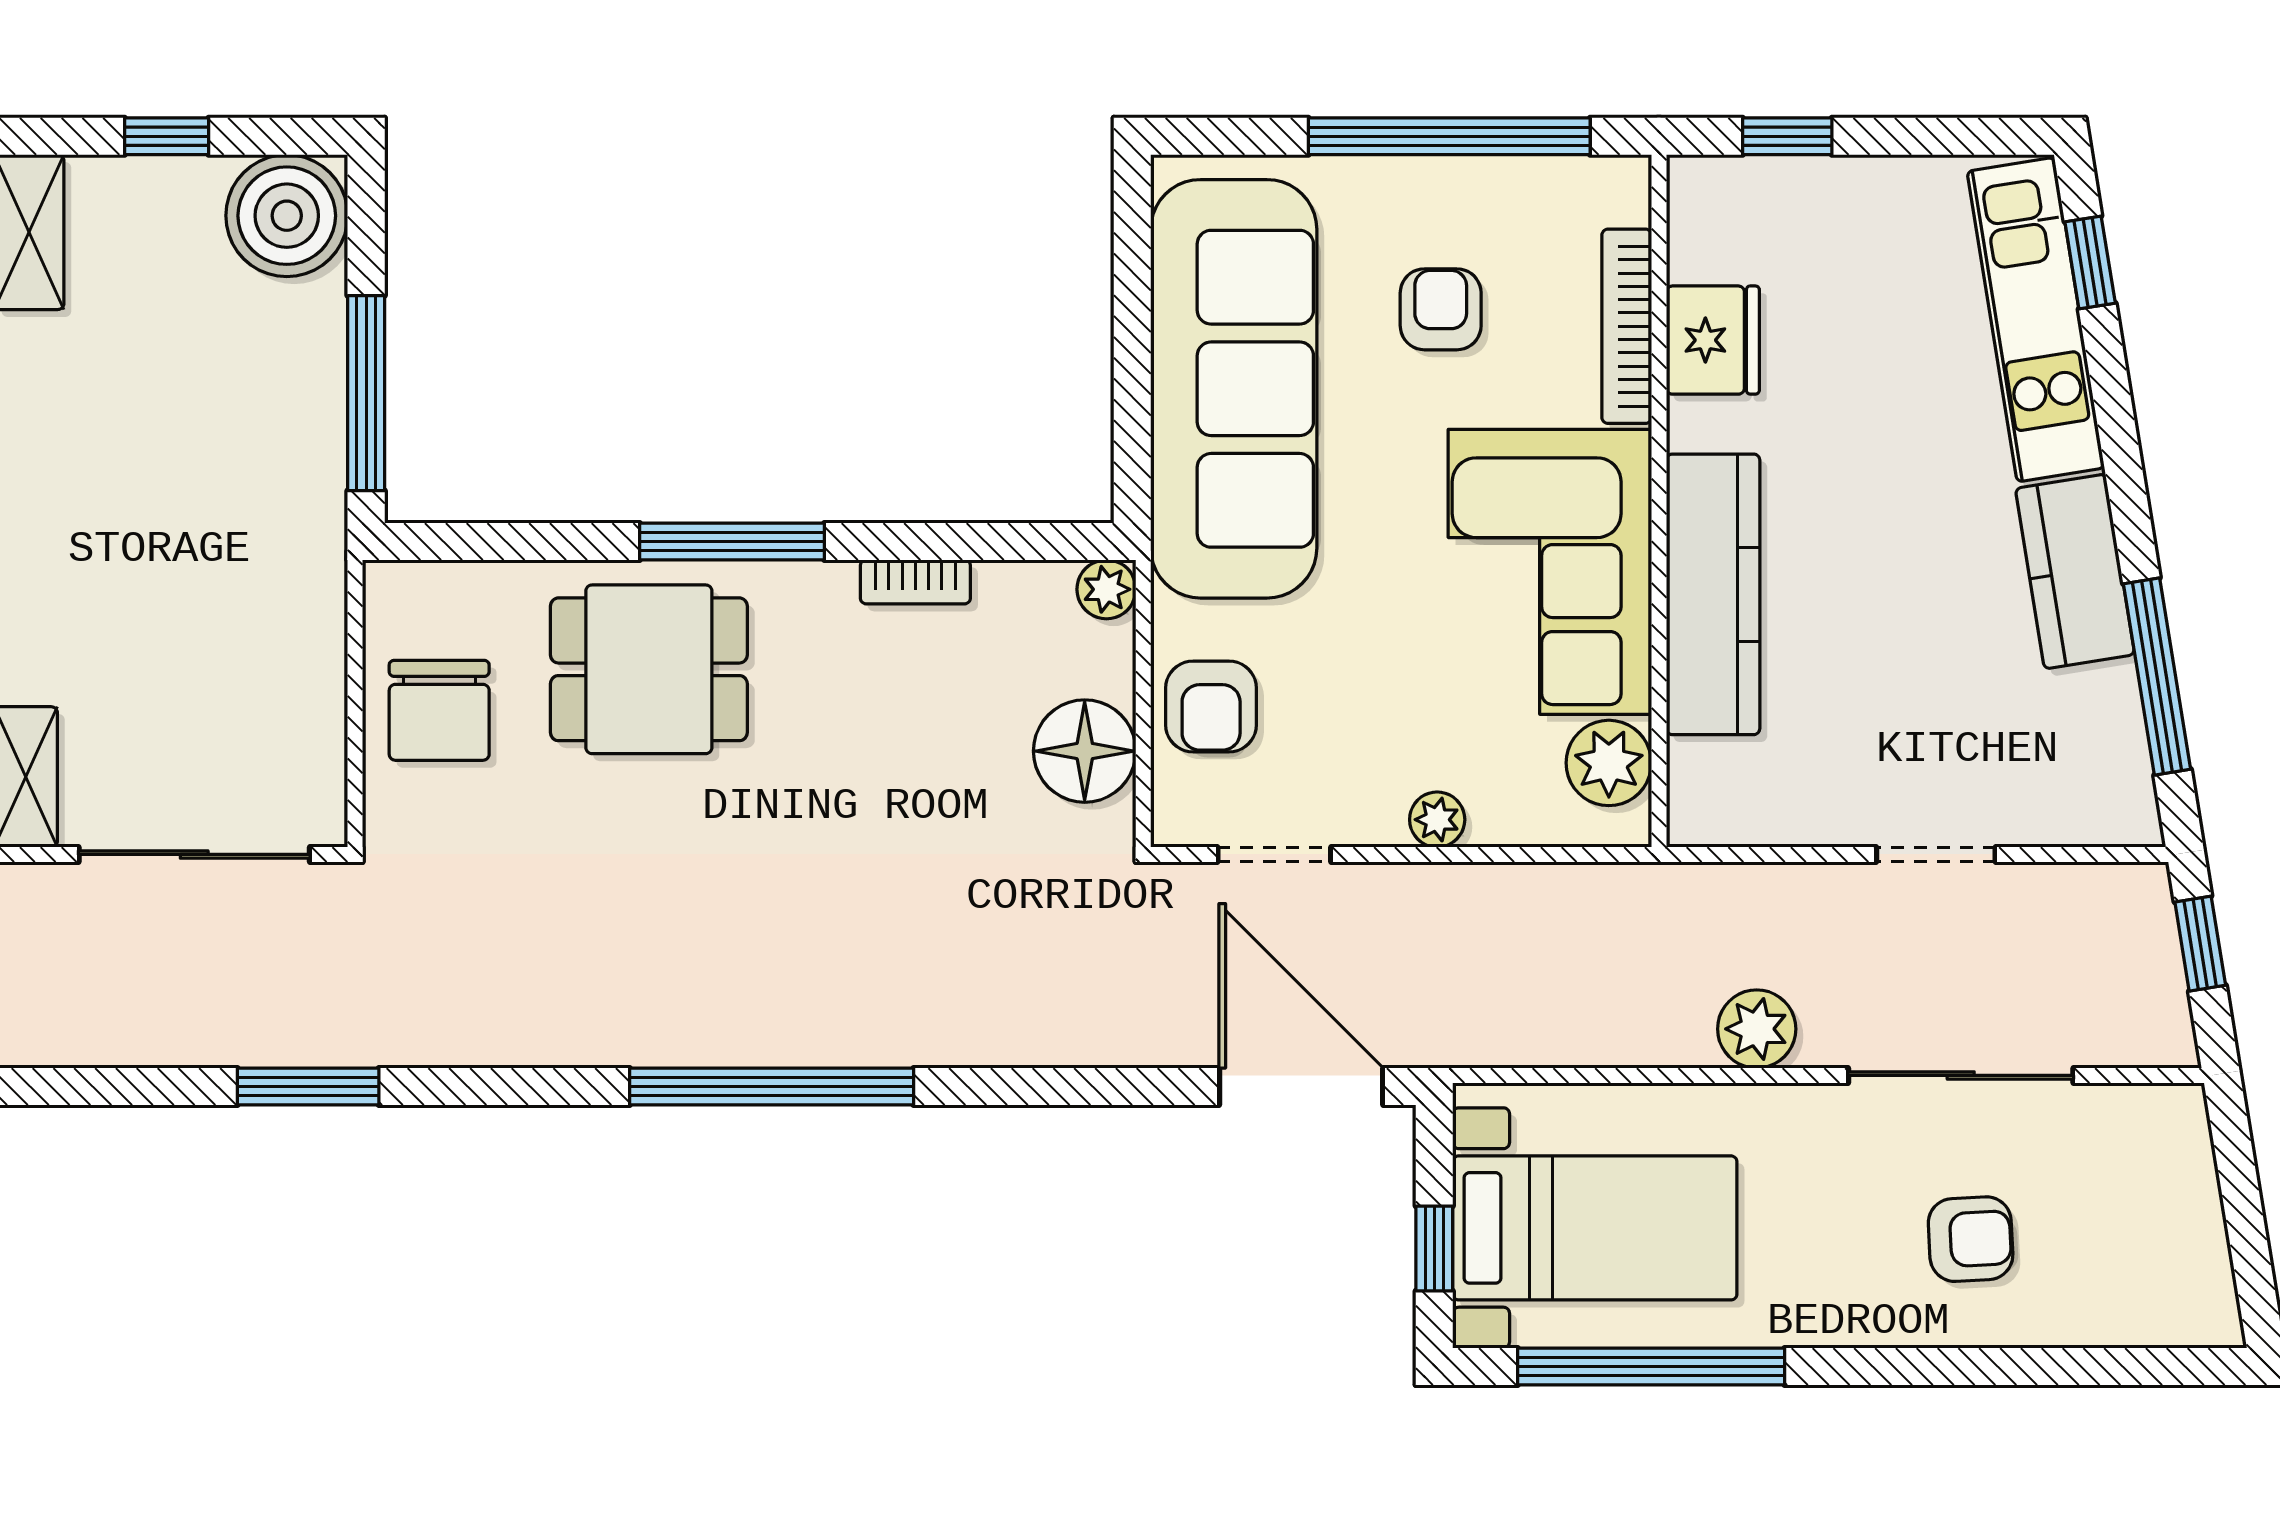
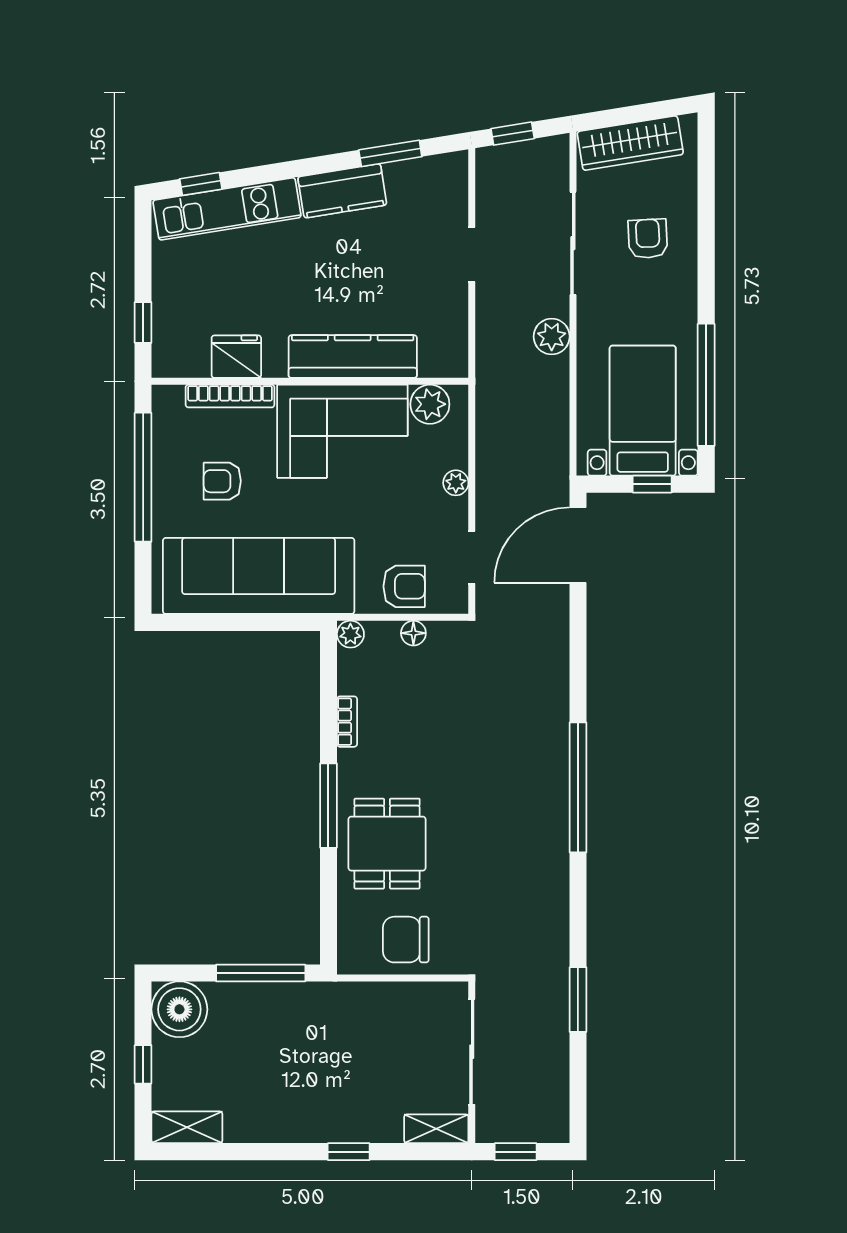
window: (2157, 676) -> (390, 153), width x0.69
chair: (439, 710) -> (406, 940), turned 180
floor lamp: (1085, 751) -> (413, 633), width x0.53, depth x0.53
wardrobe: (2180, 1201) -> (630, 143), added

